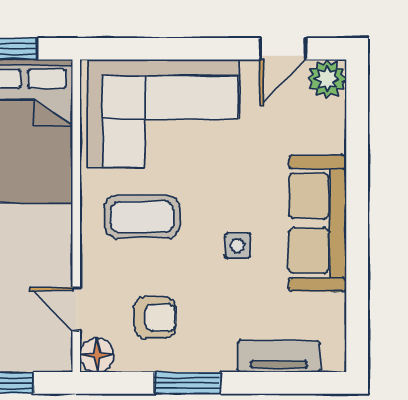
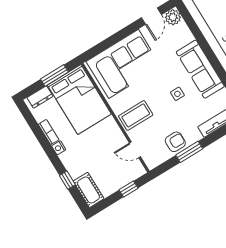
coffee table: (142, 217) -> (136, 115), moved
armchair: (155, 318) -> (175, 142), moved
floor lamp: (97, 355) -> (152, 161), removed

